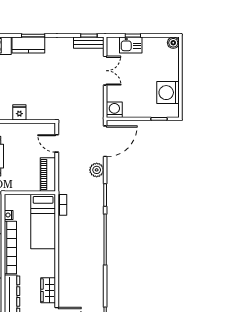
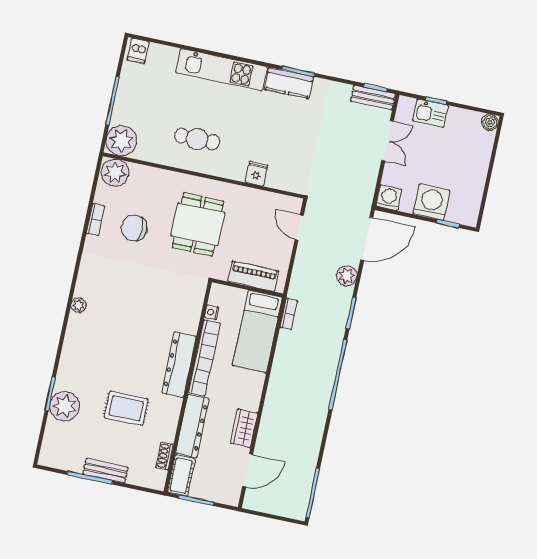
washing machine: (168, 93) -> (432, 202), moved, turned 90
piano: (48, 175) -> (253, 276), moved, turned 90

